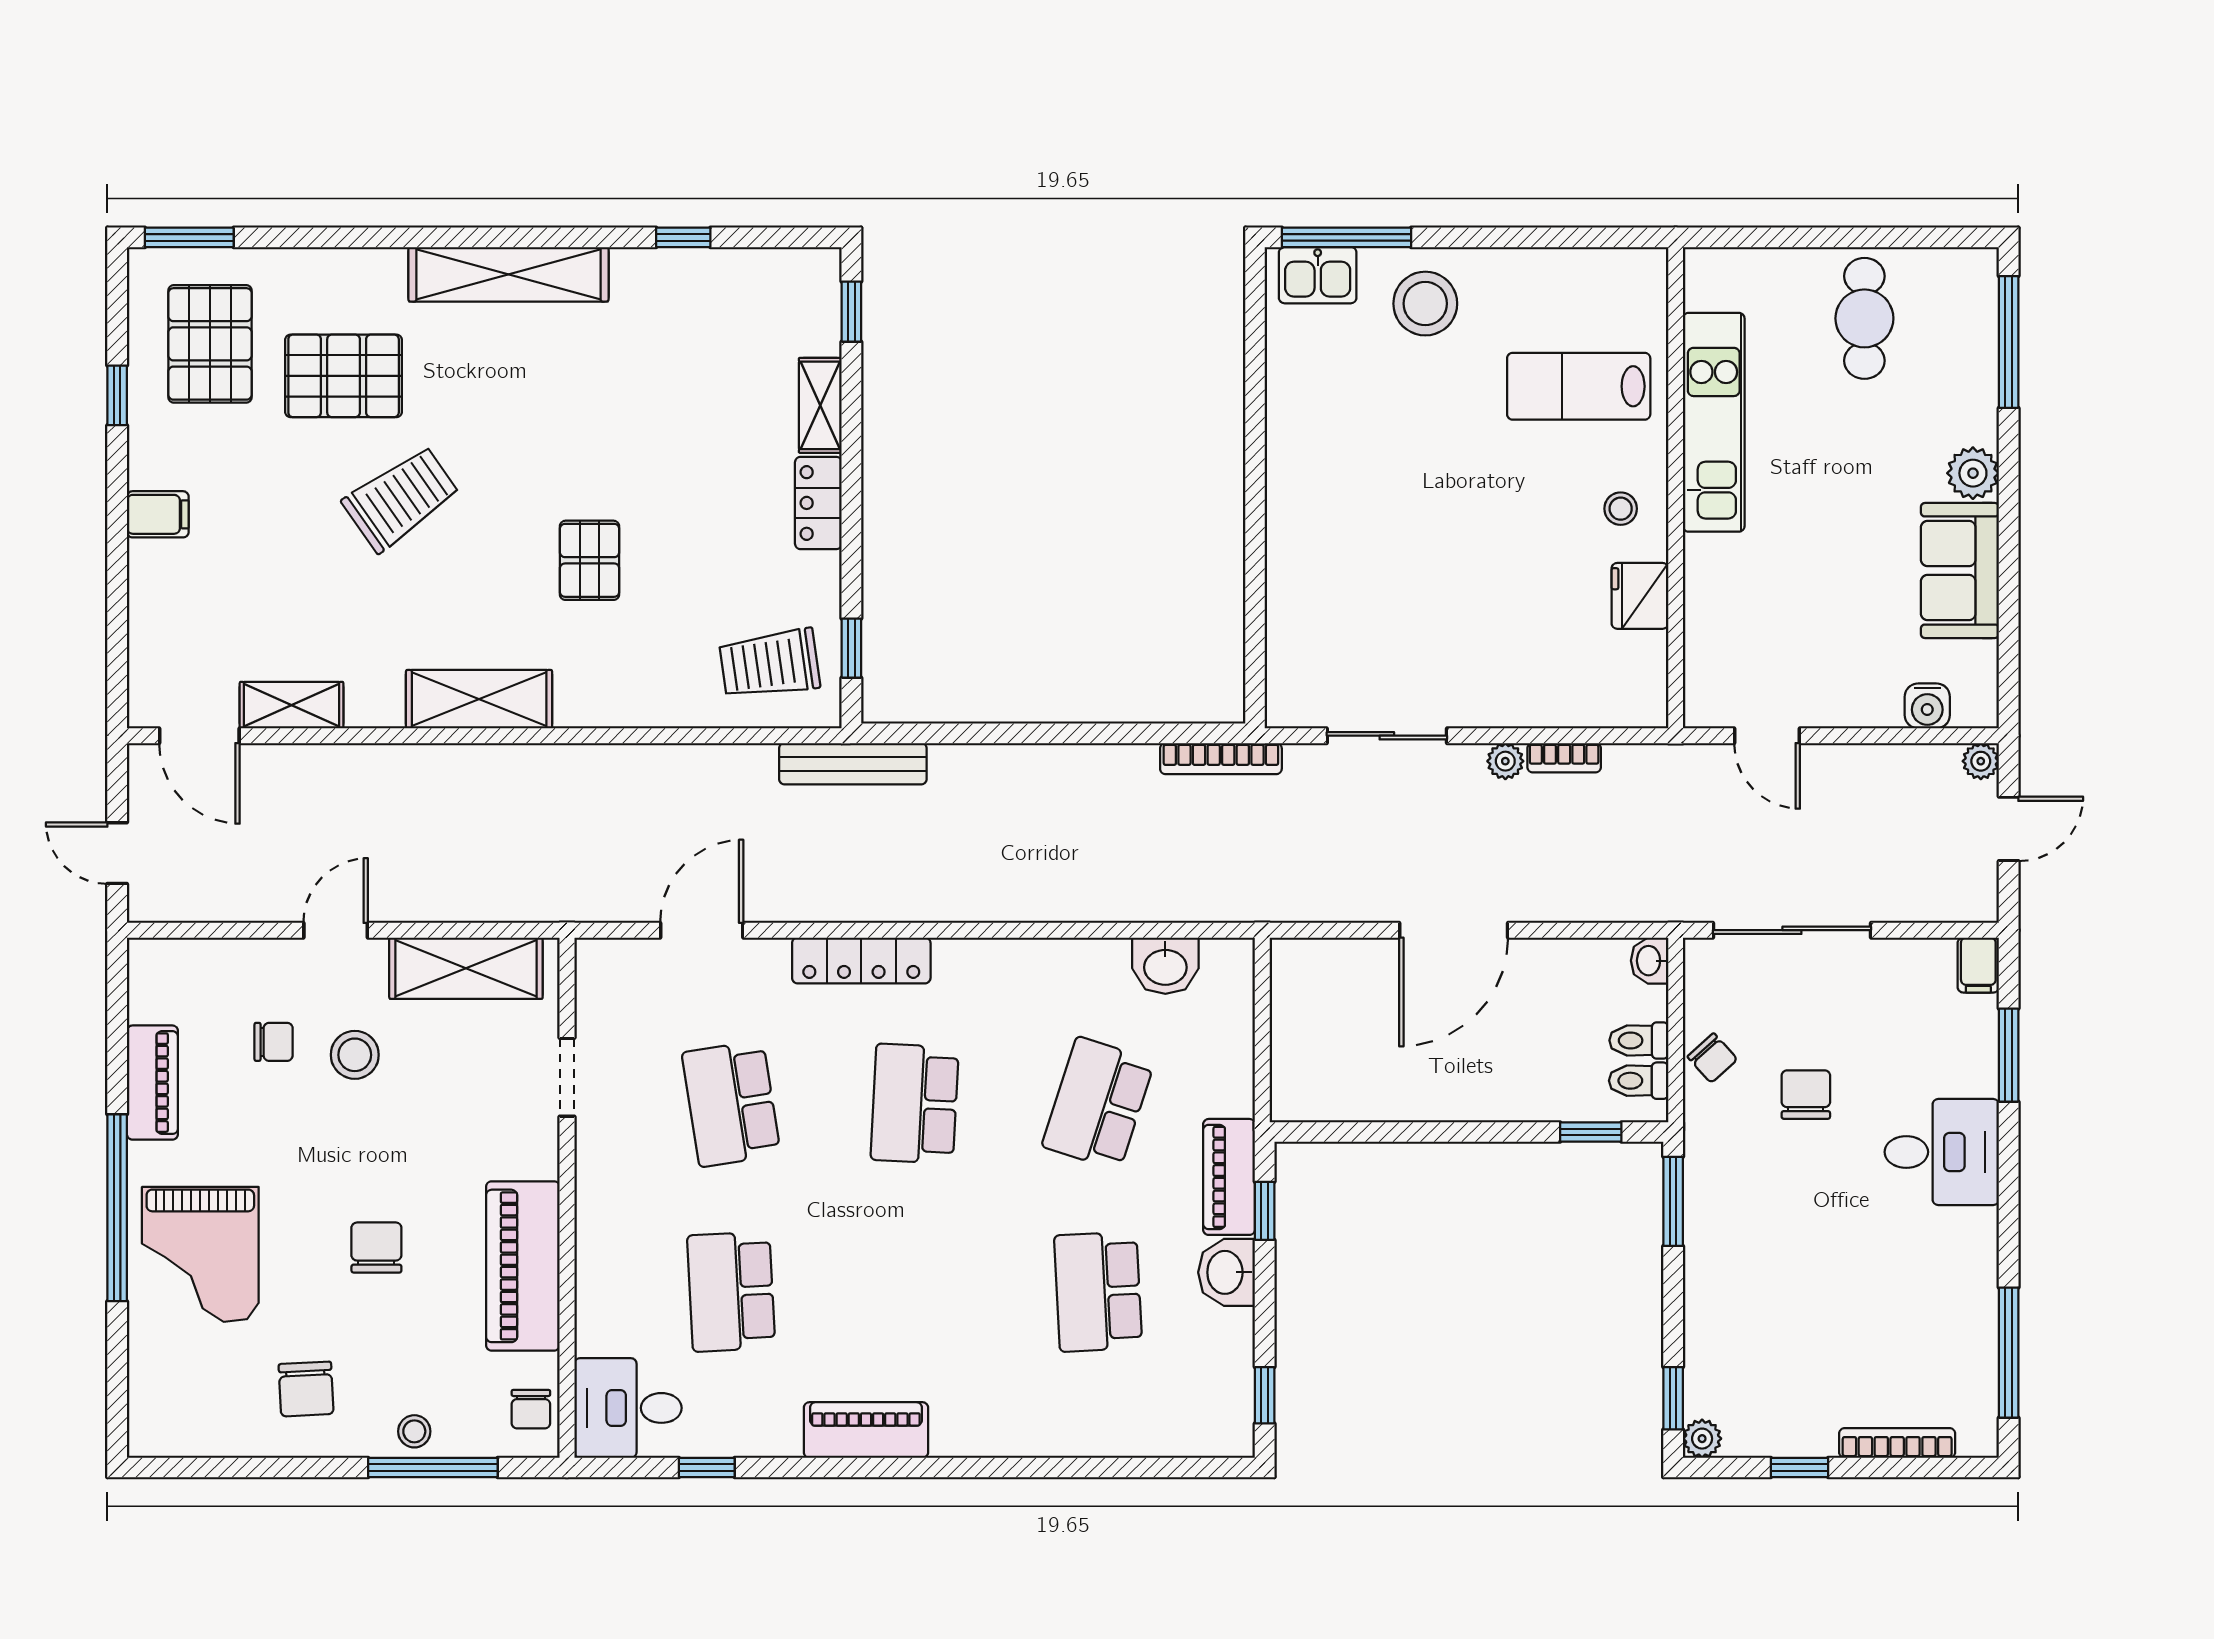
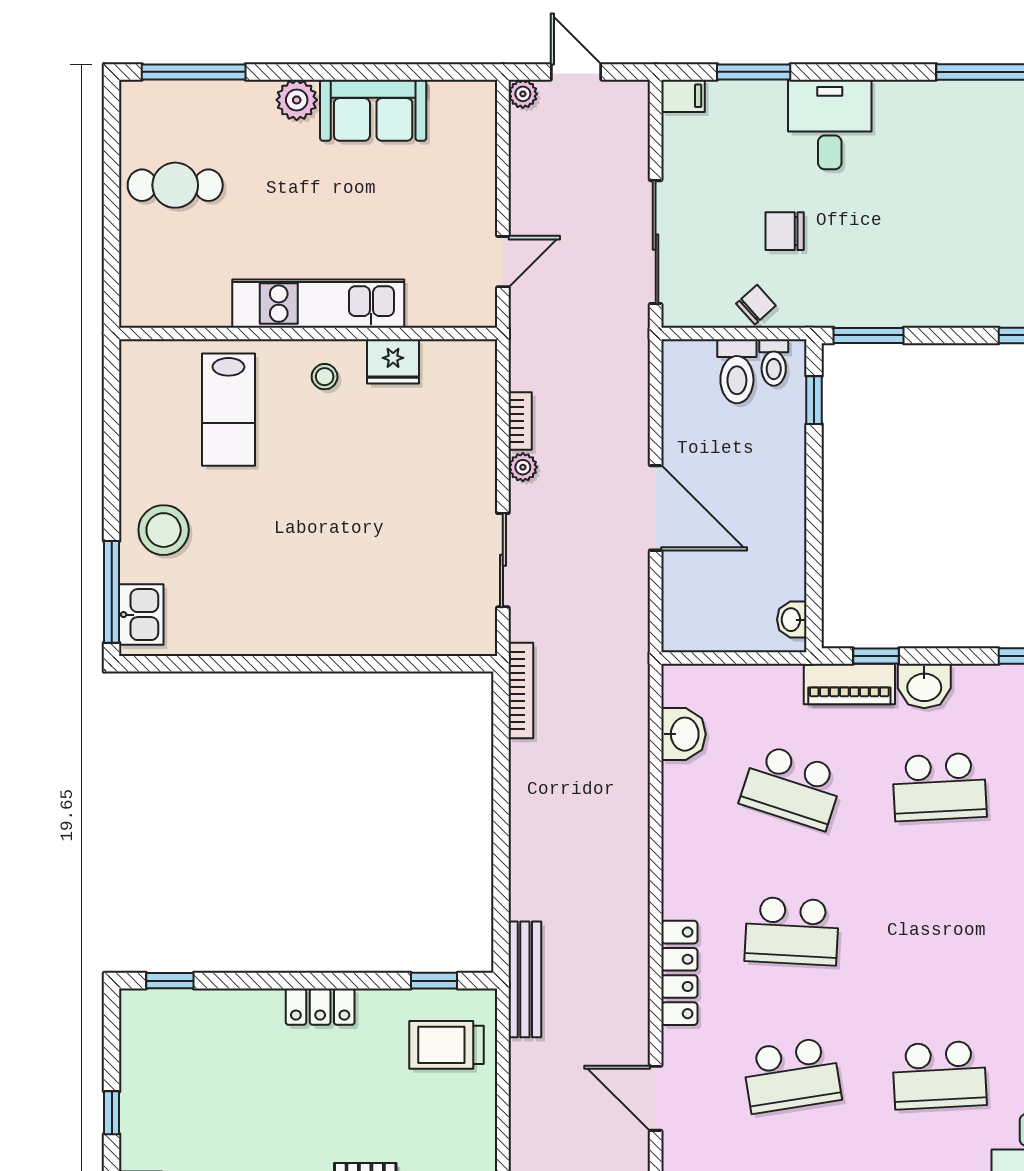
shelving: (820, 405) -> (243, 1005), removed
kitchen unit: (1714, 422) -> (318, 304), moved
trolley: (770, 664) -> (446, 1045), turned 98
water cooler: (1927, 706) -> (479, 136), removed
washbasin: (1650, 961) -> (792, 620), moved, turned 90
toilet: (1639, 1040) -> (737, 371), width x1.37, depth x1.39

